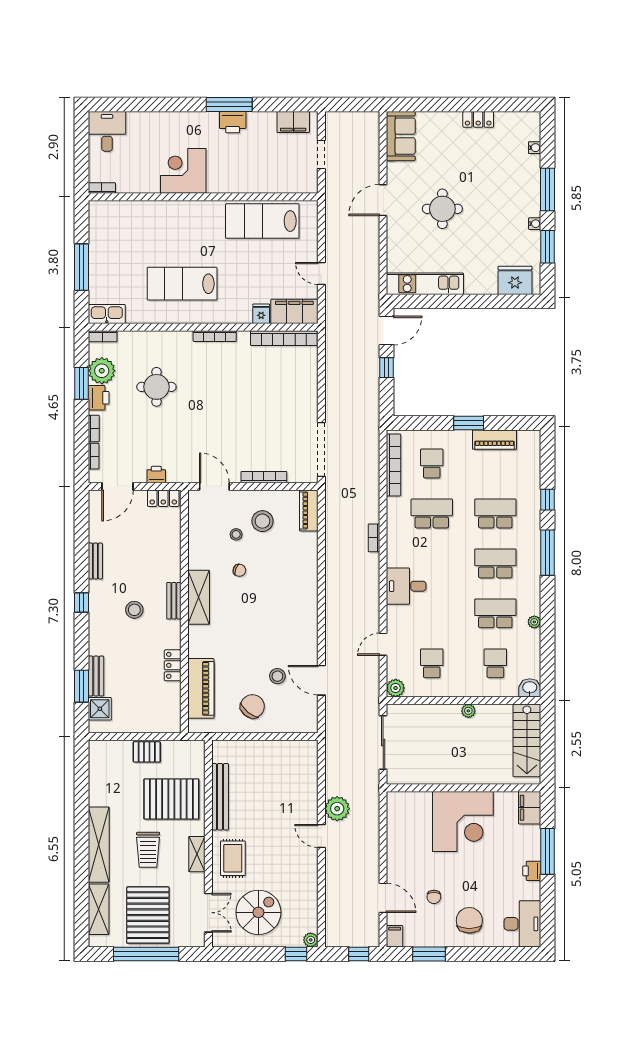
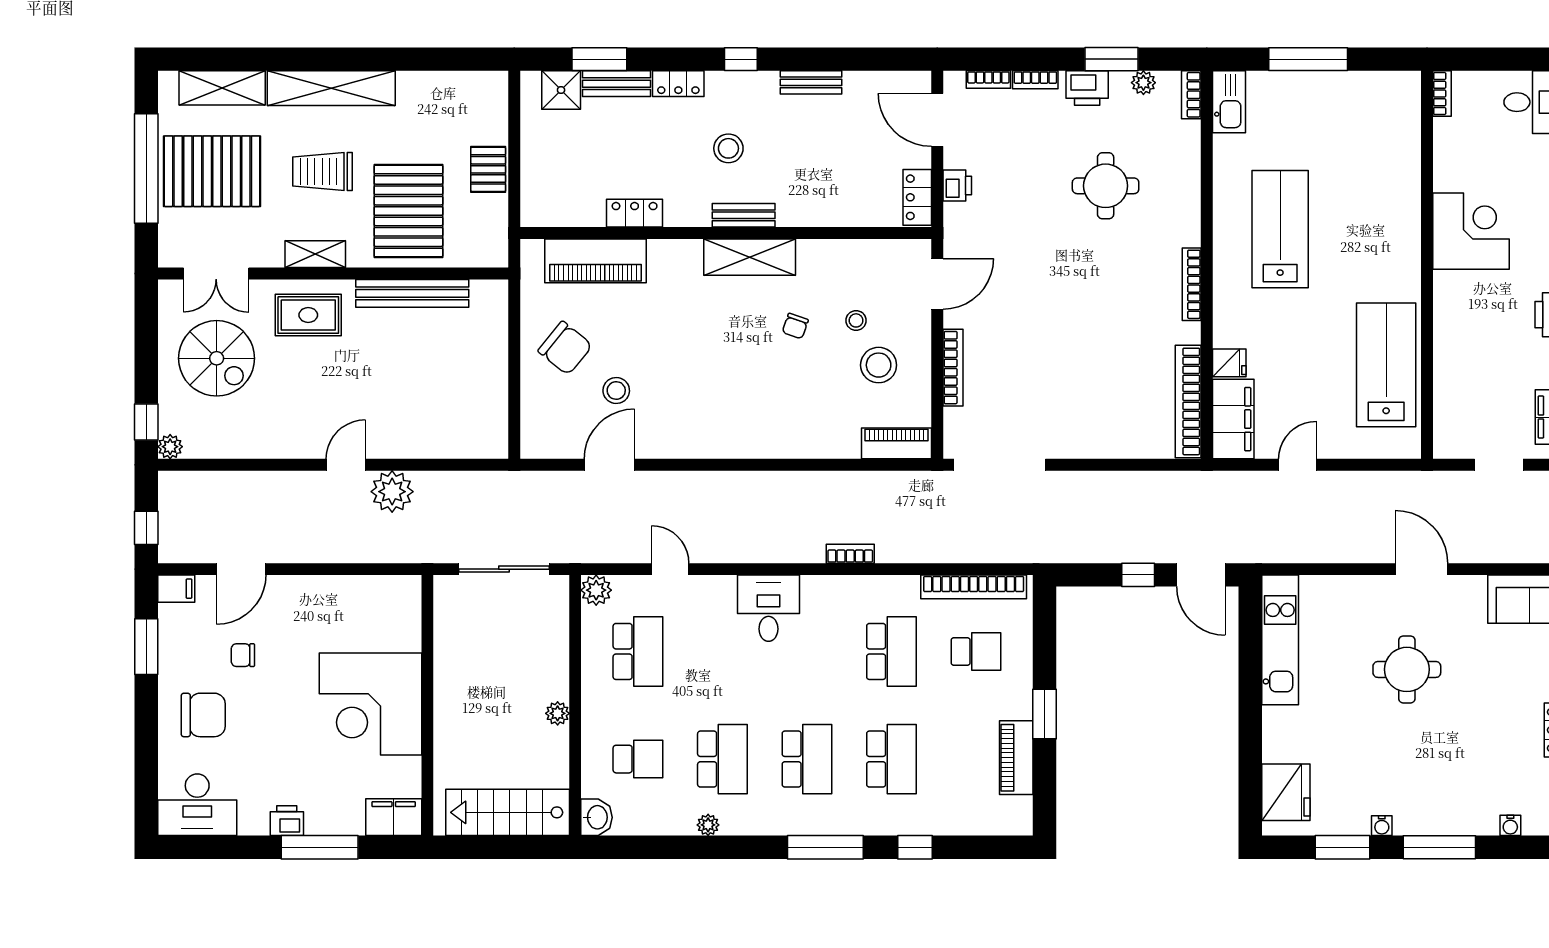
plant: (102, 371) -> (1143, 83), width x0.53, depth x0.53
locker: (96, 639) -> (678, 84), added
school desk: (432, 663) -> (638, 651), width x1.85

